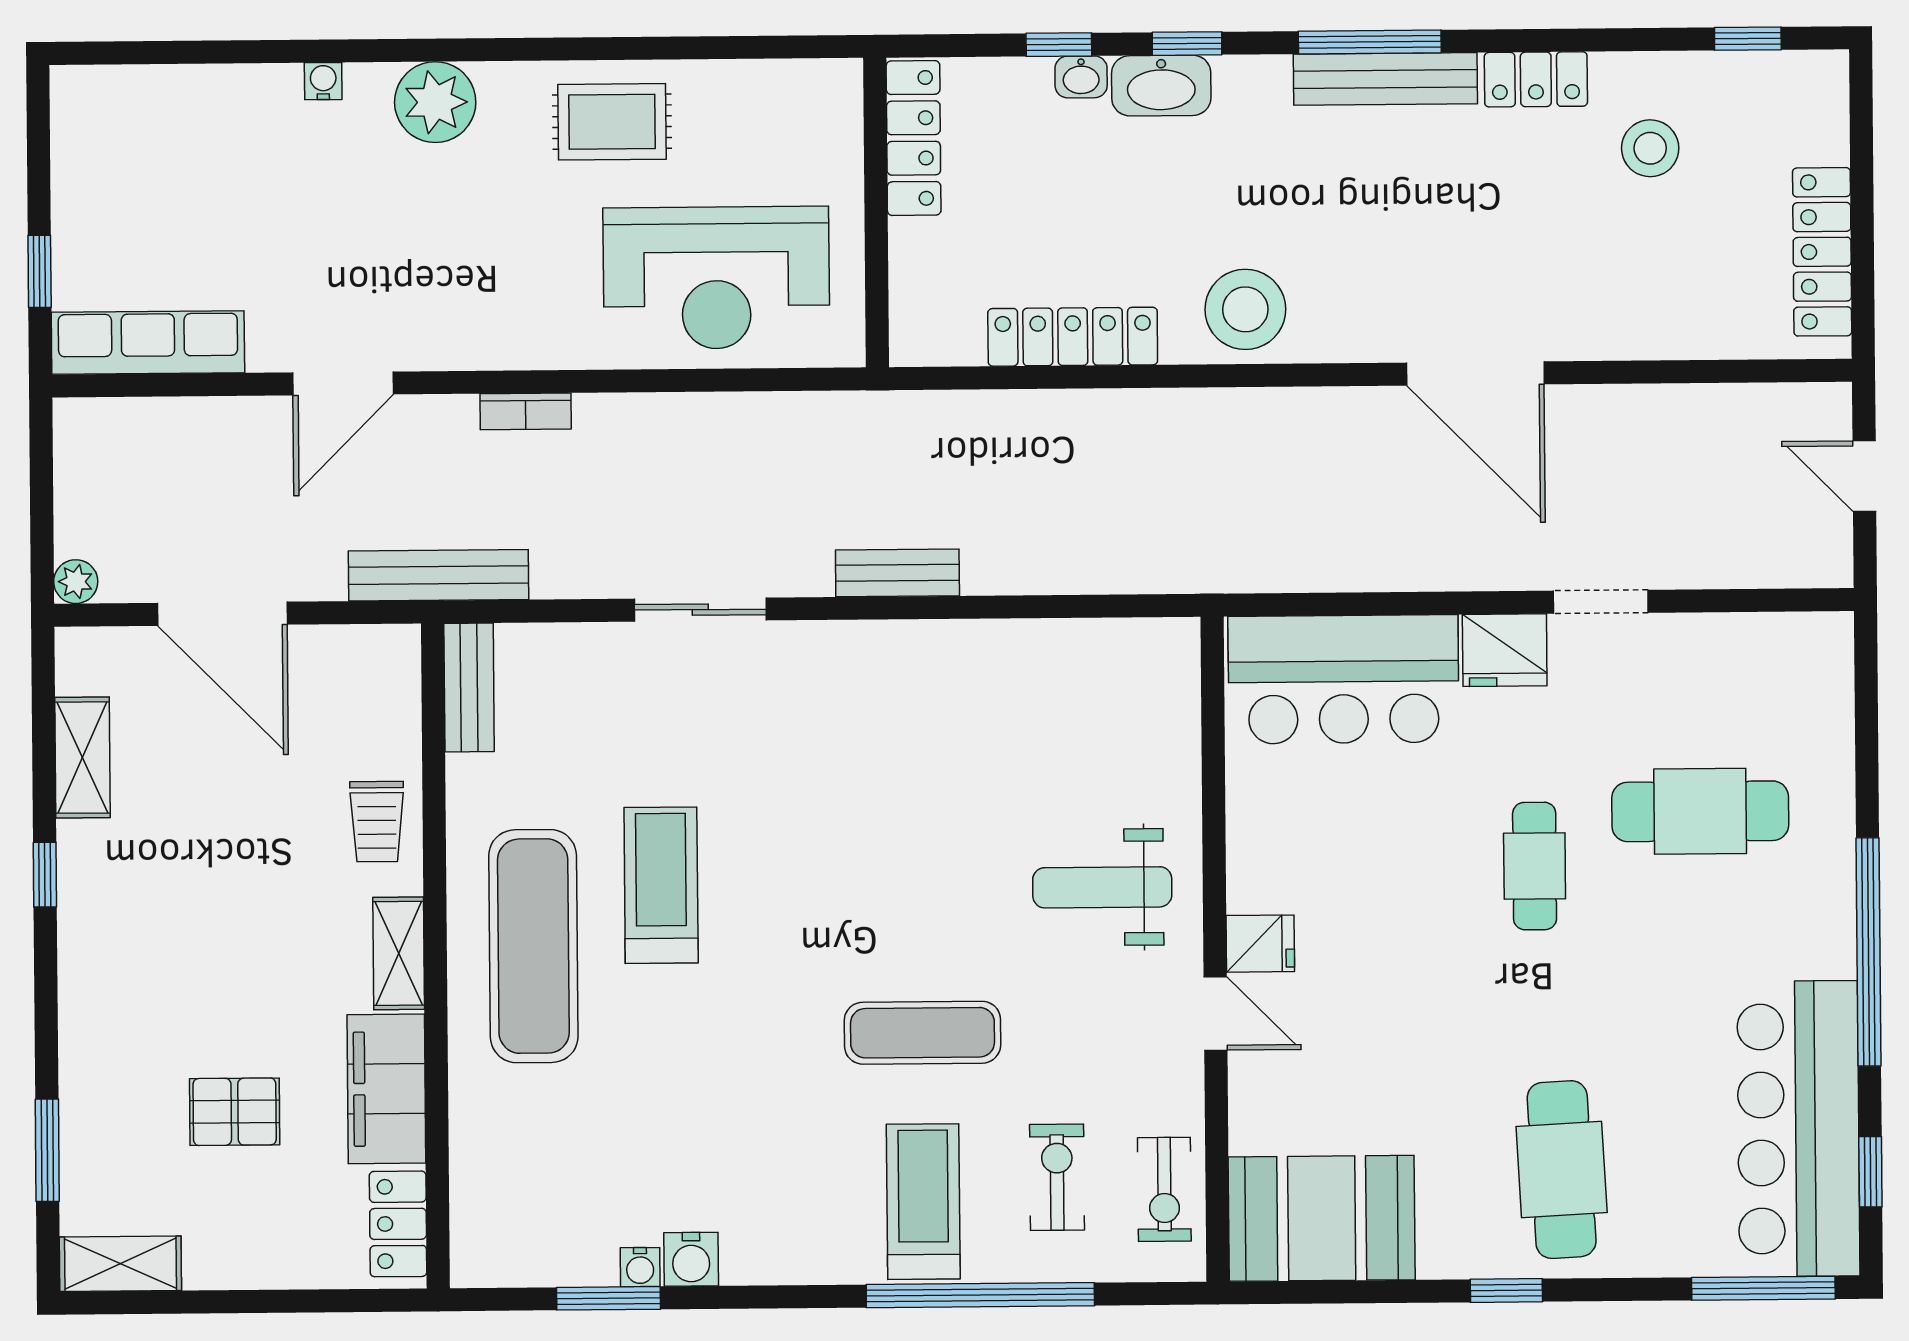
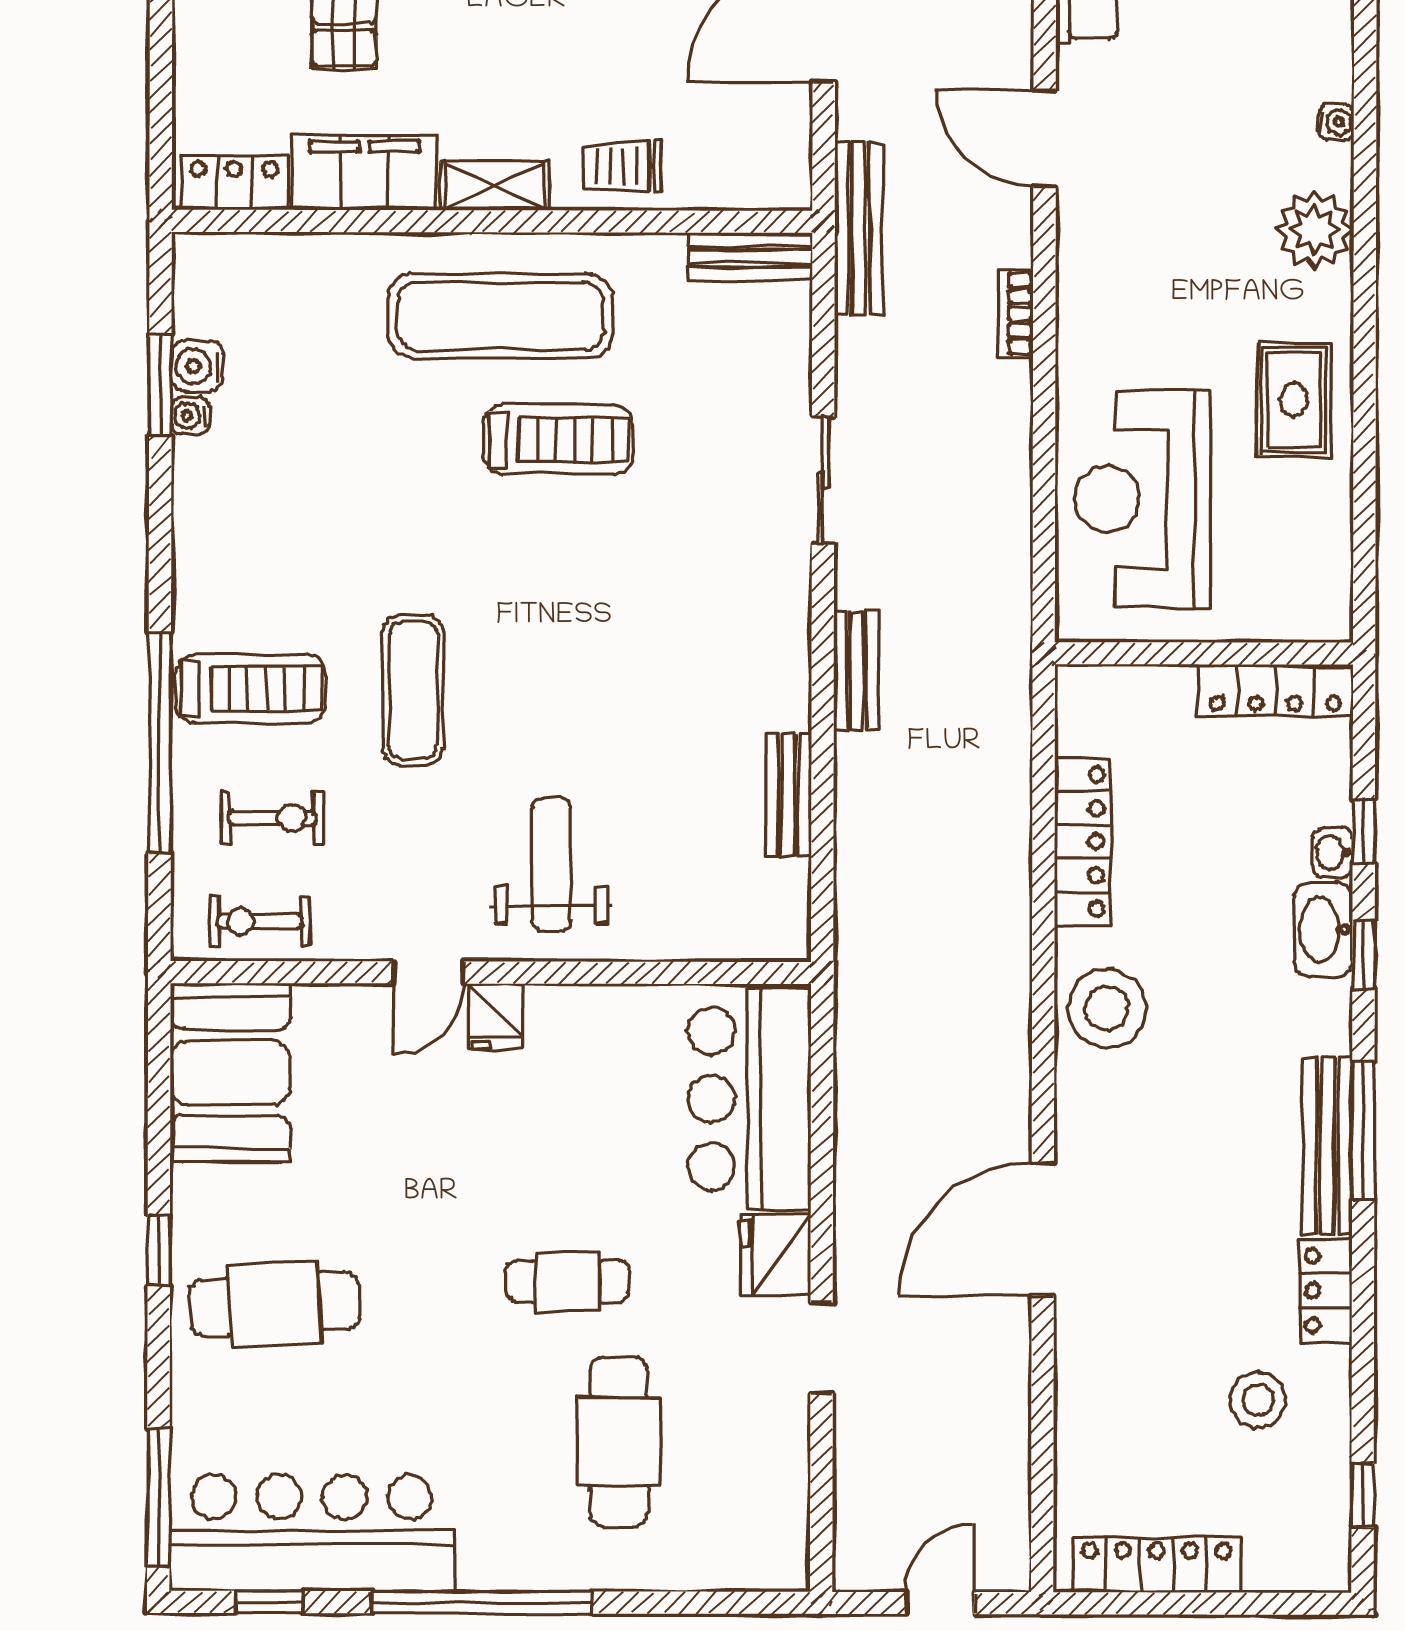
bench: (1027, 642) -> (788, 795), added
water cooler: (691, 1259) -> (197, 366), moved

